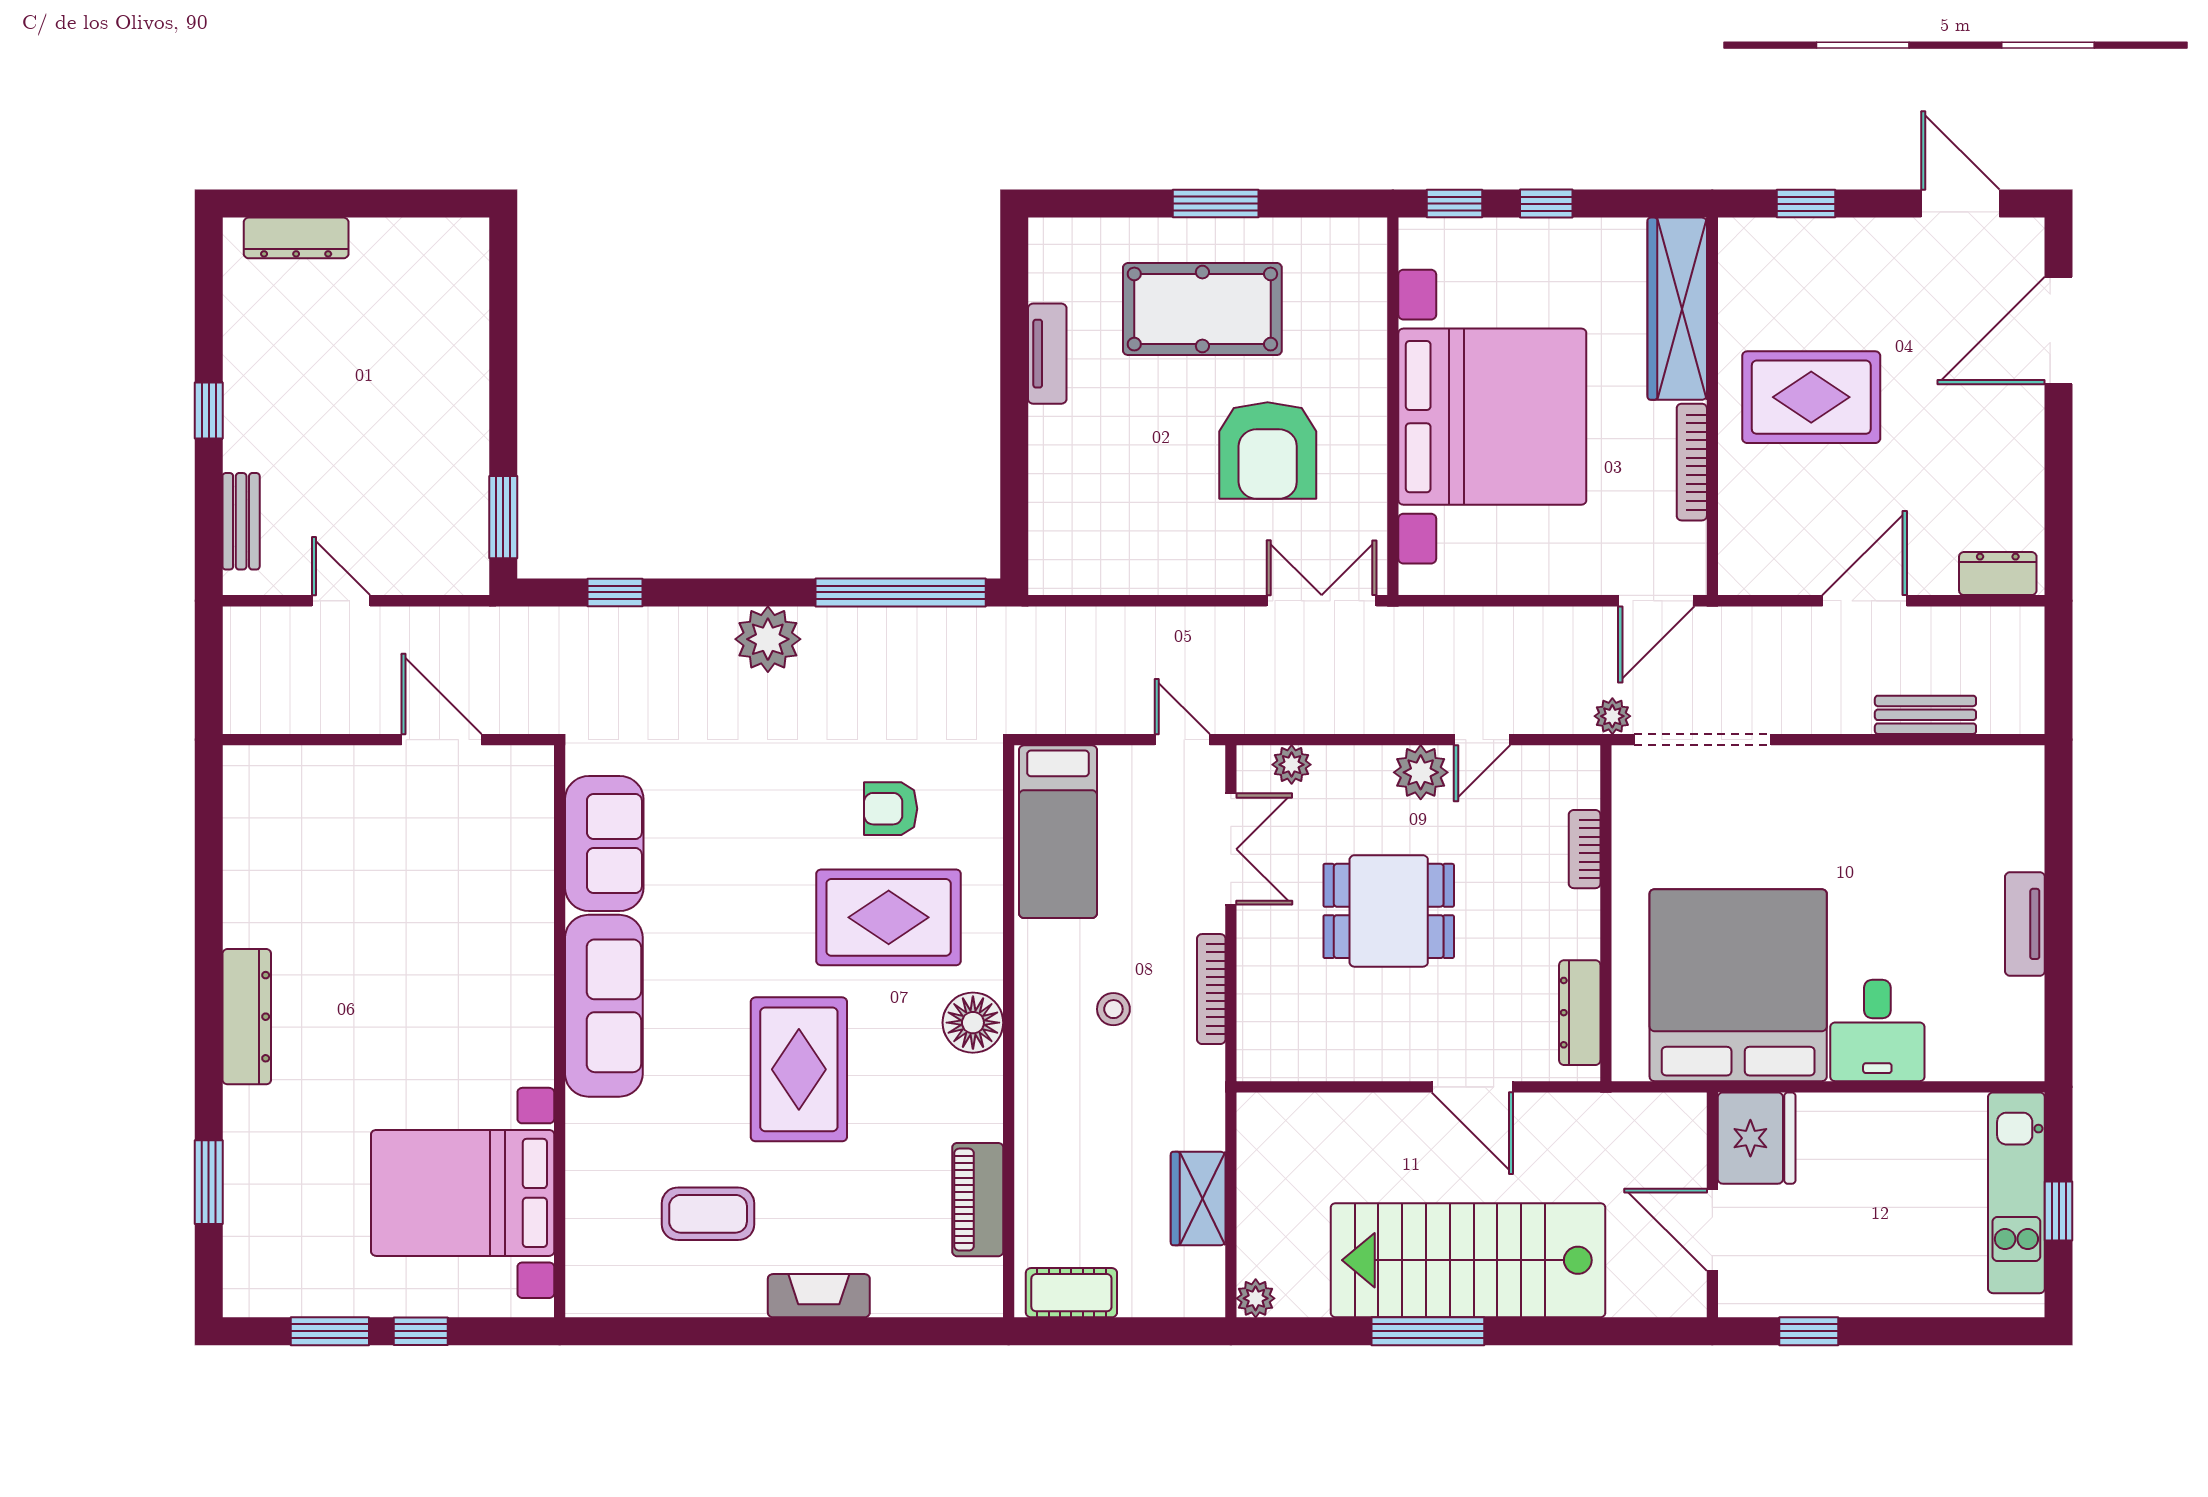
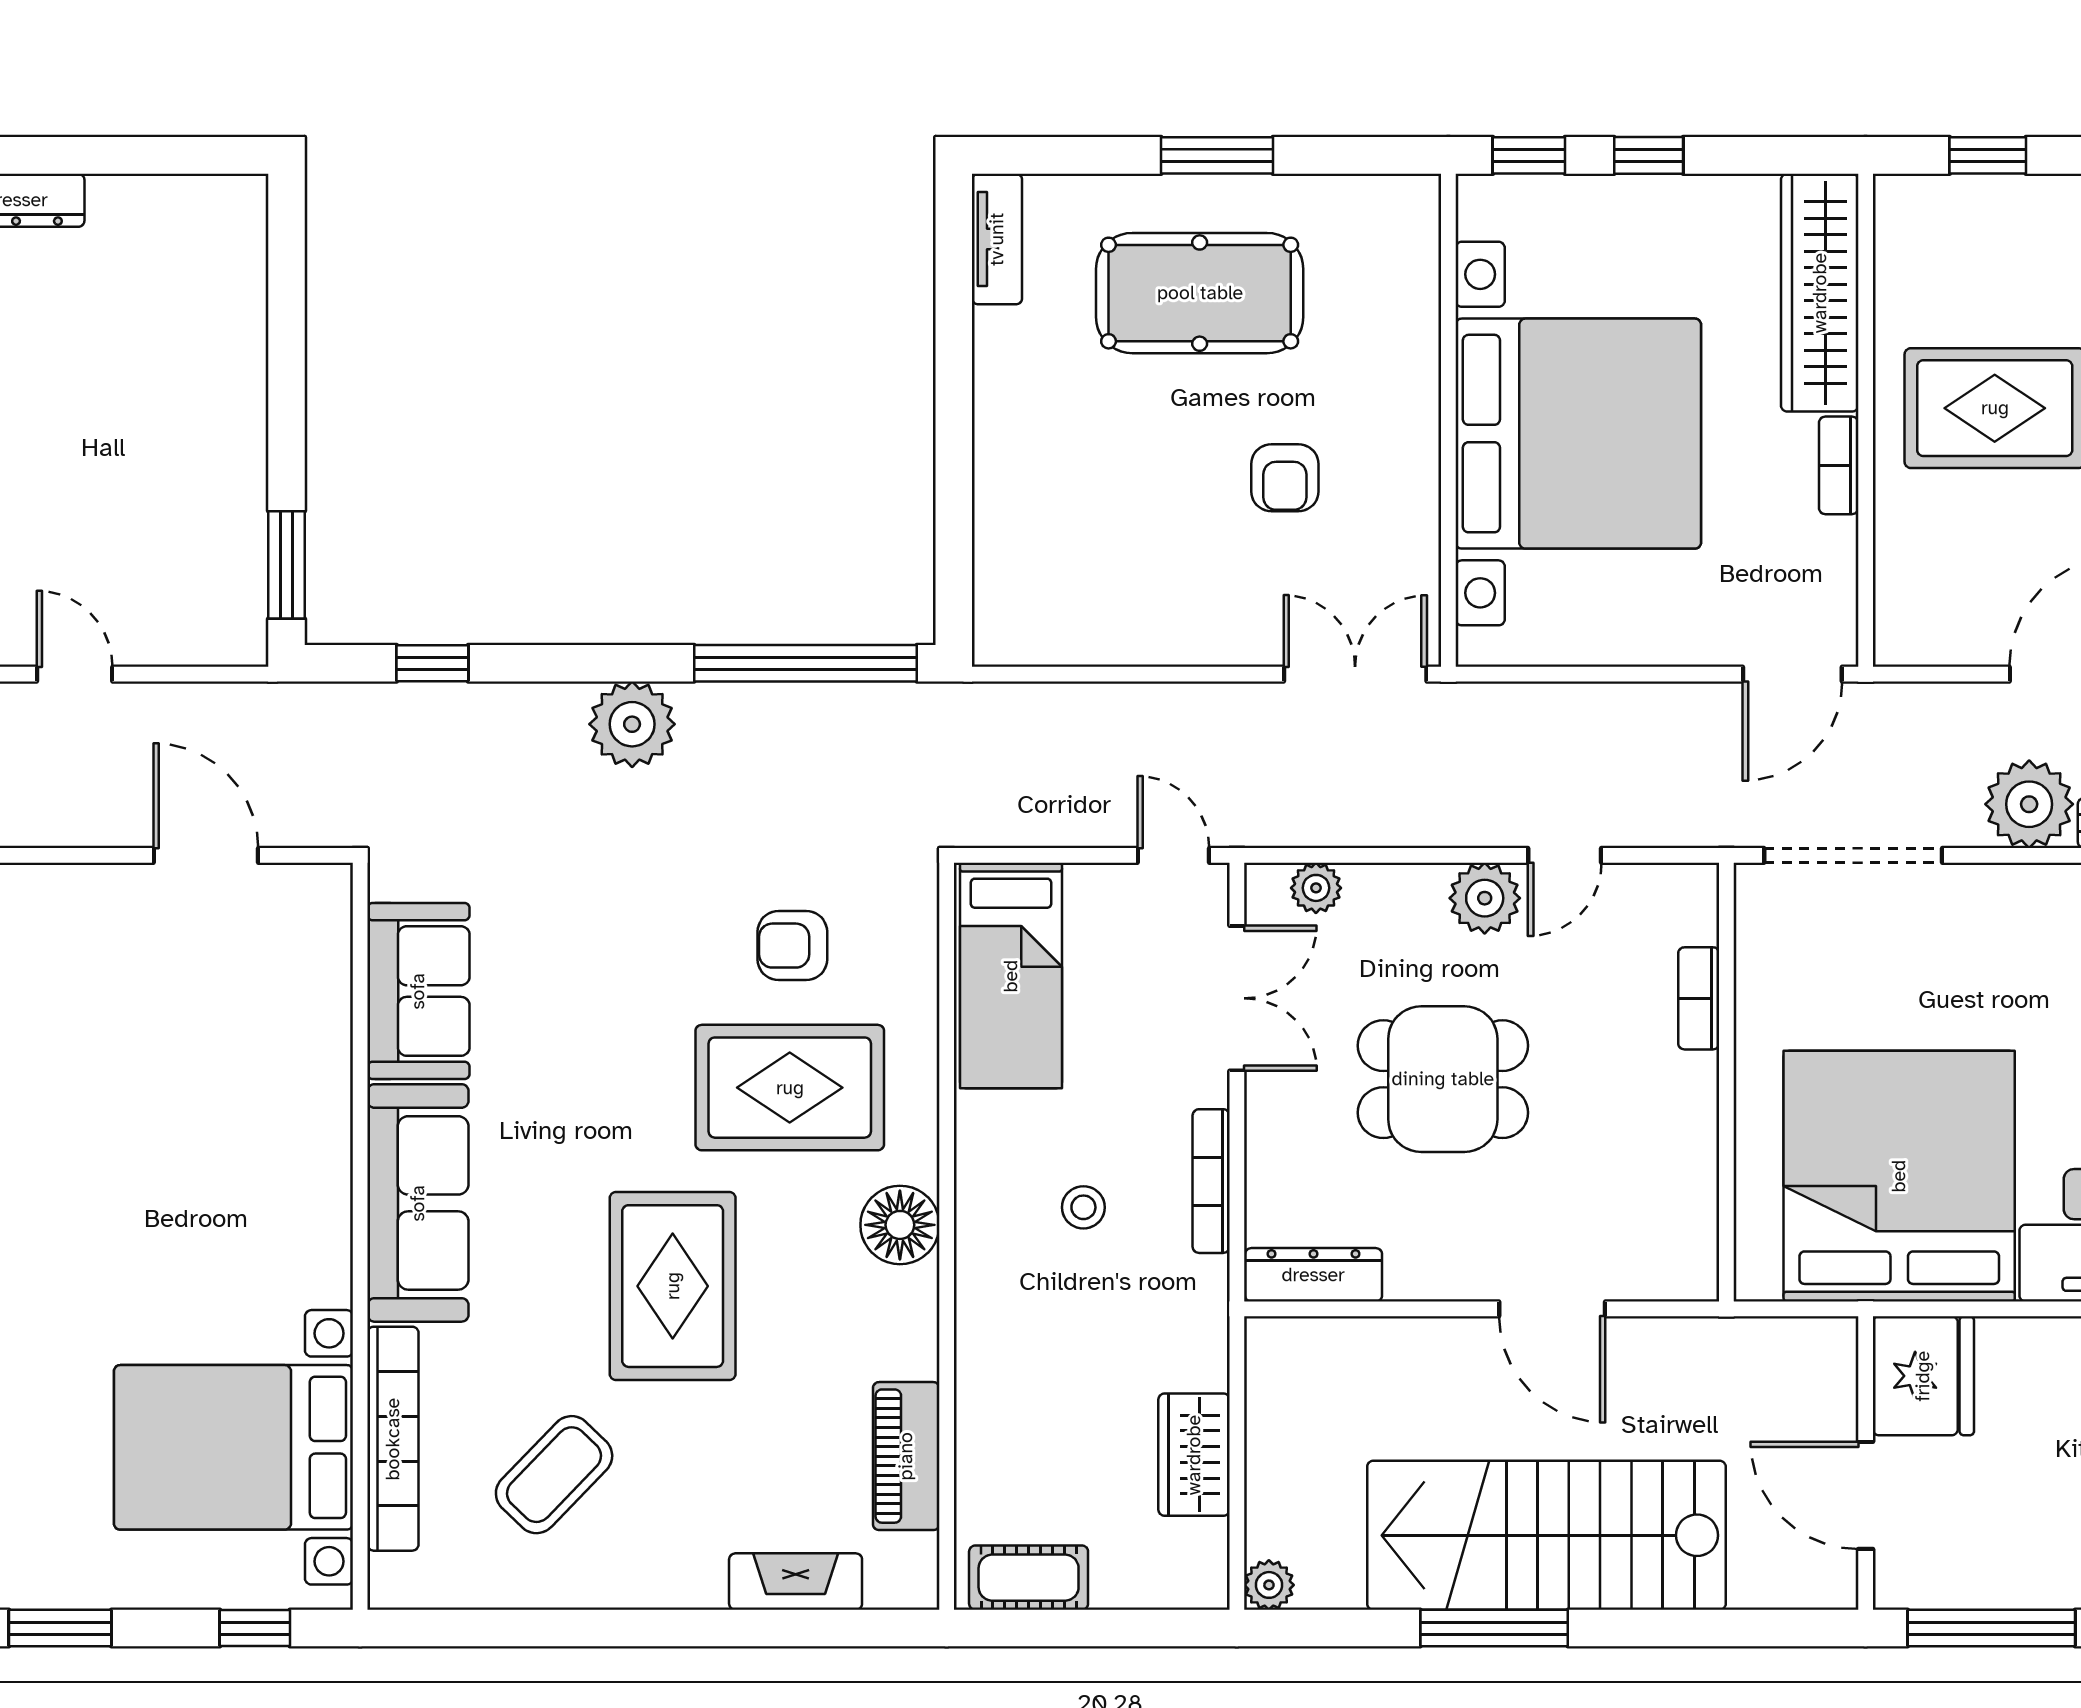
tv unit: (1047, 354) -> (997, 239), moved
armchair: (1268, 450) -> (1285, 478), width x0.53, depth x0.53
bookcase: (1692, 462) -> (1839, 465), width x0.64
plant: (1612, 716) -> (2029, 804), moved, width x1.88, depth x1.88
dresser: (1580, 1013) -> (1313, 1275), moved, turned 90
bookcase: (585, 1186) -> (393, 1439), added
coffee table: (708, 1214) -> (554, 1475), turned -46
fireplace: (819, 1296) -> (796, 1582), moved
window: (421, 1331) -> (255, 1628), moved
window: (1809, 1331) -> (1991, 1628), width x2.17

